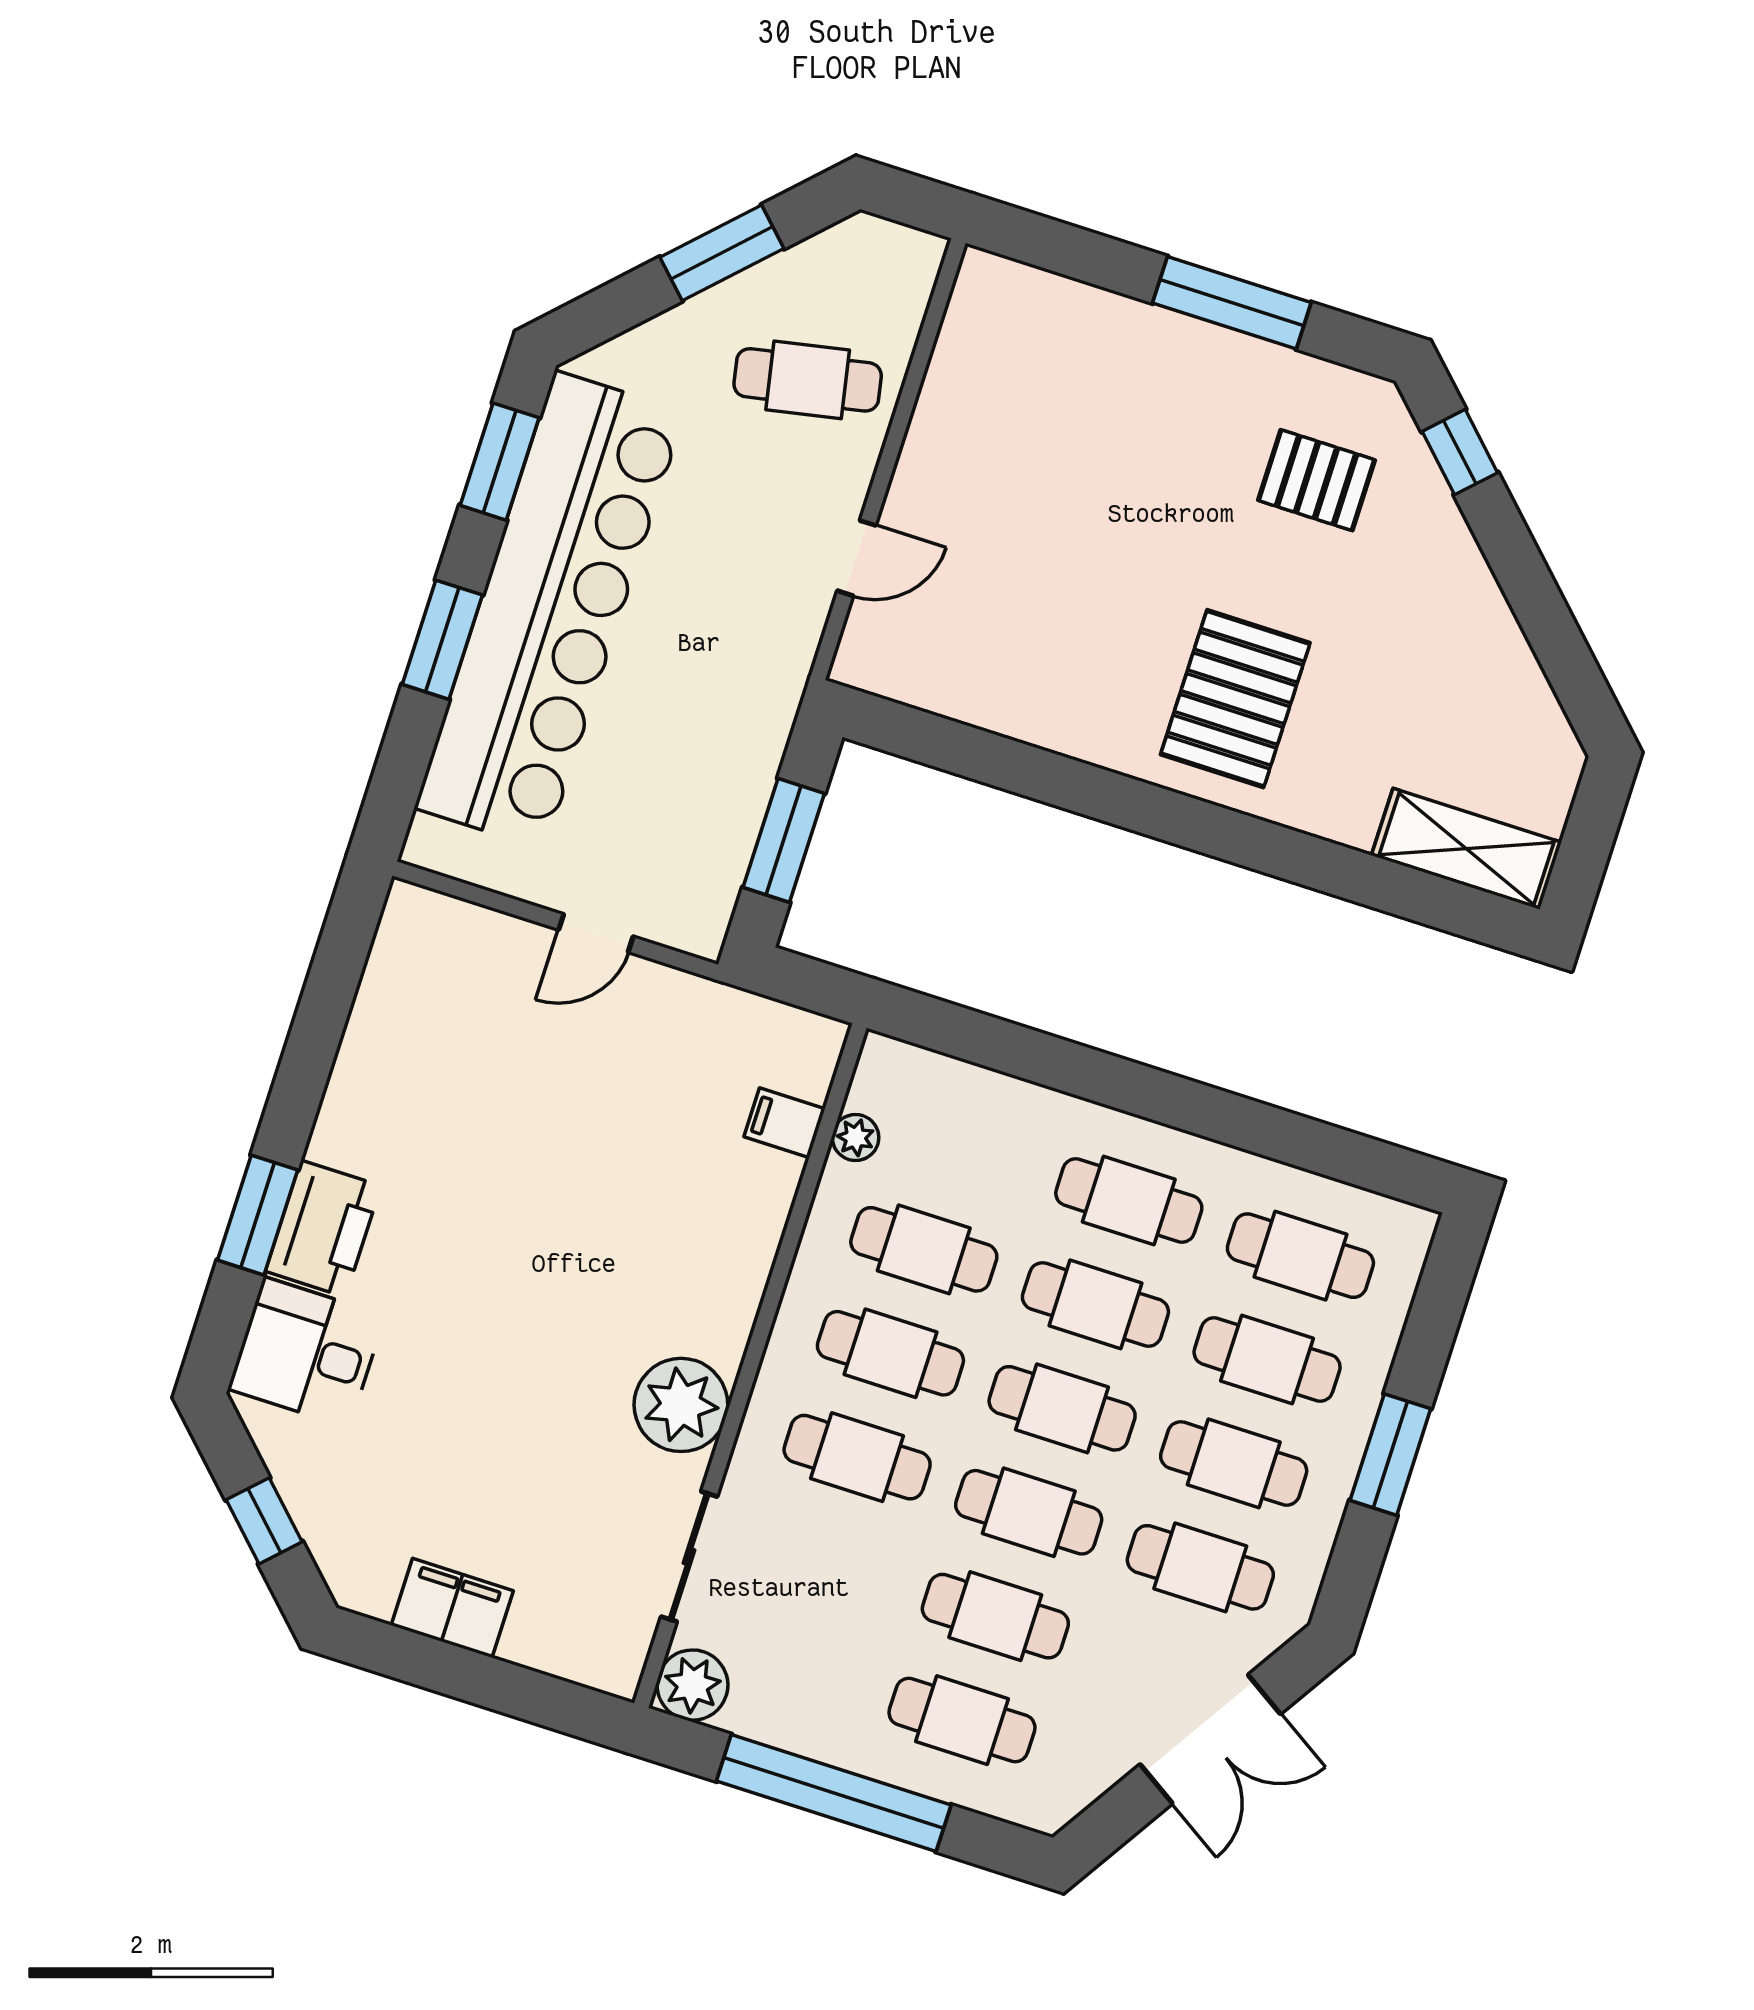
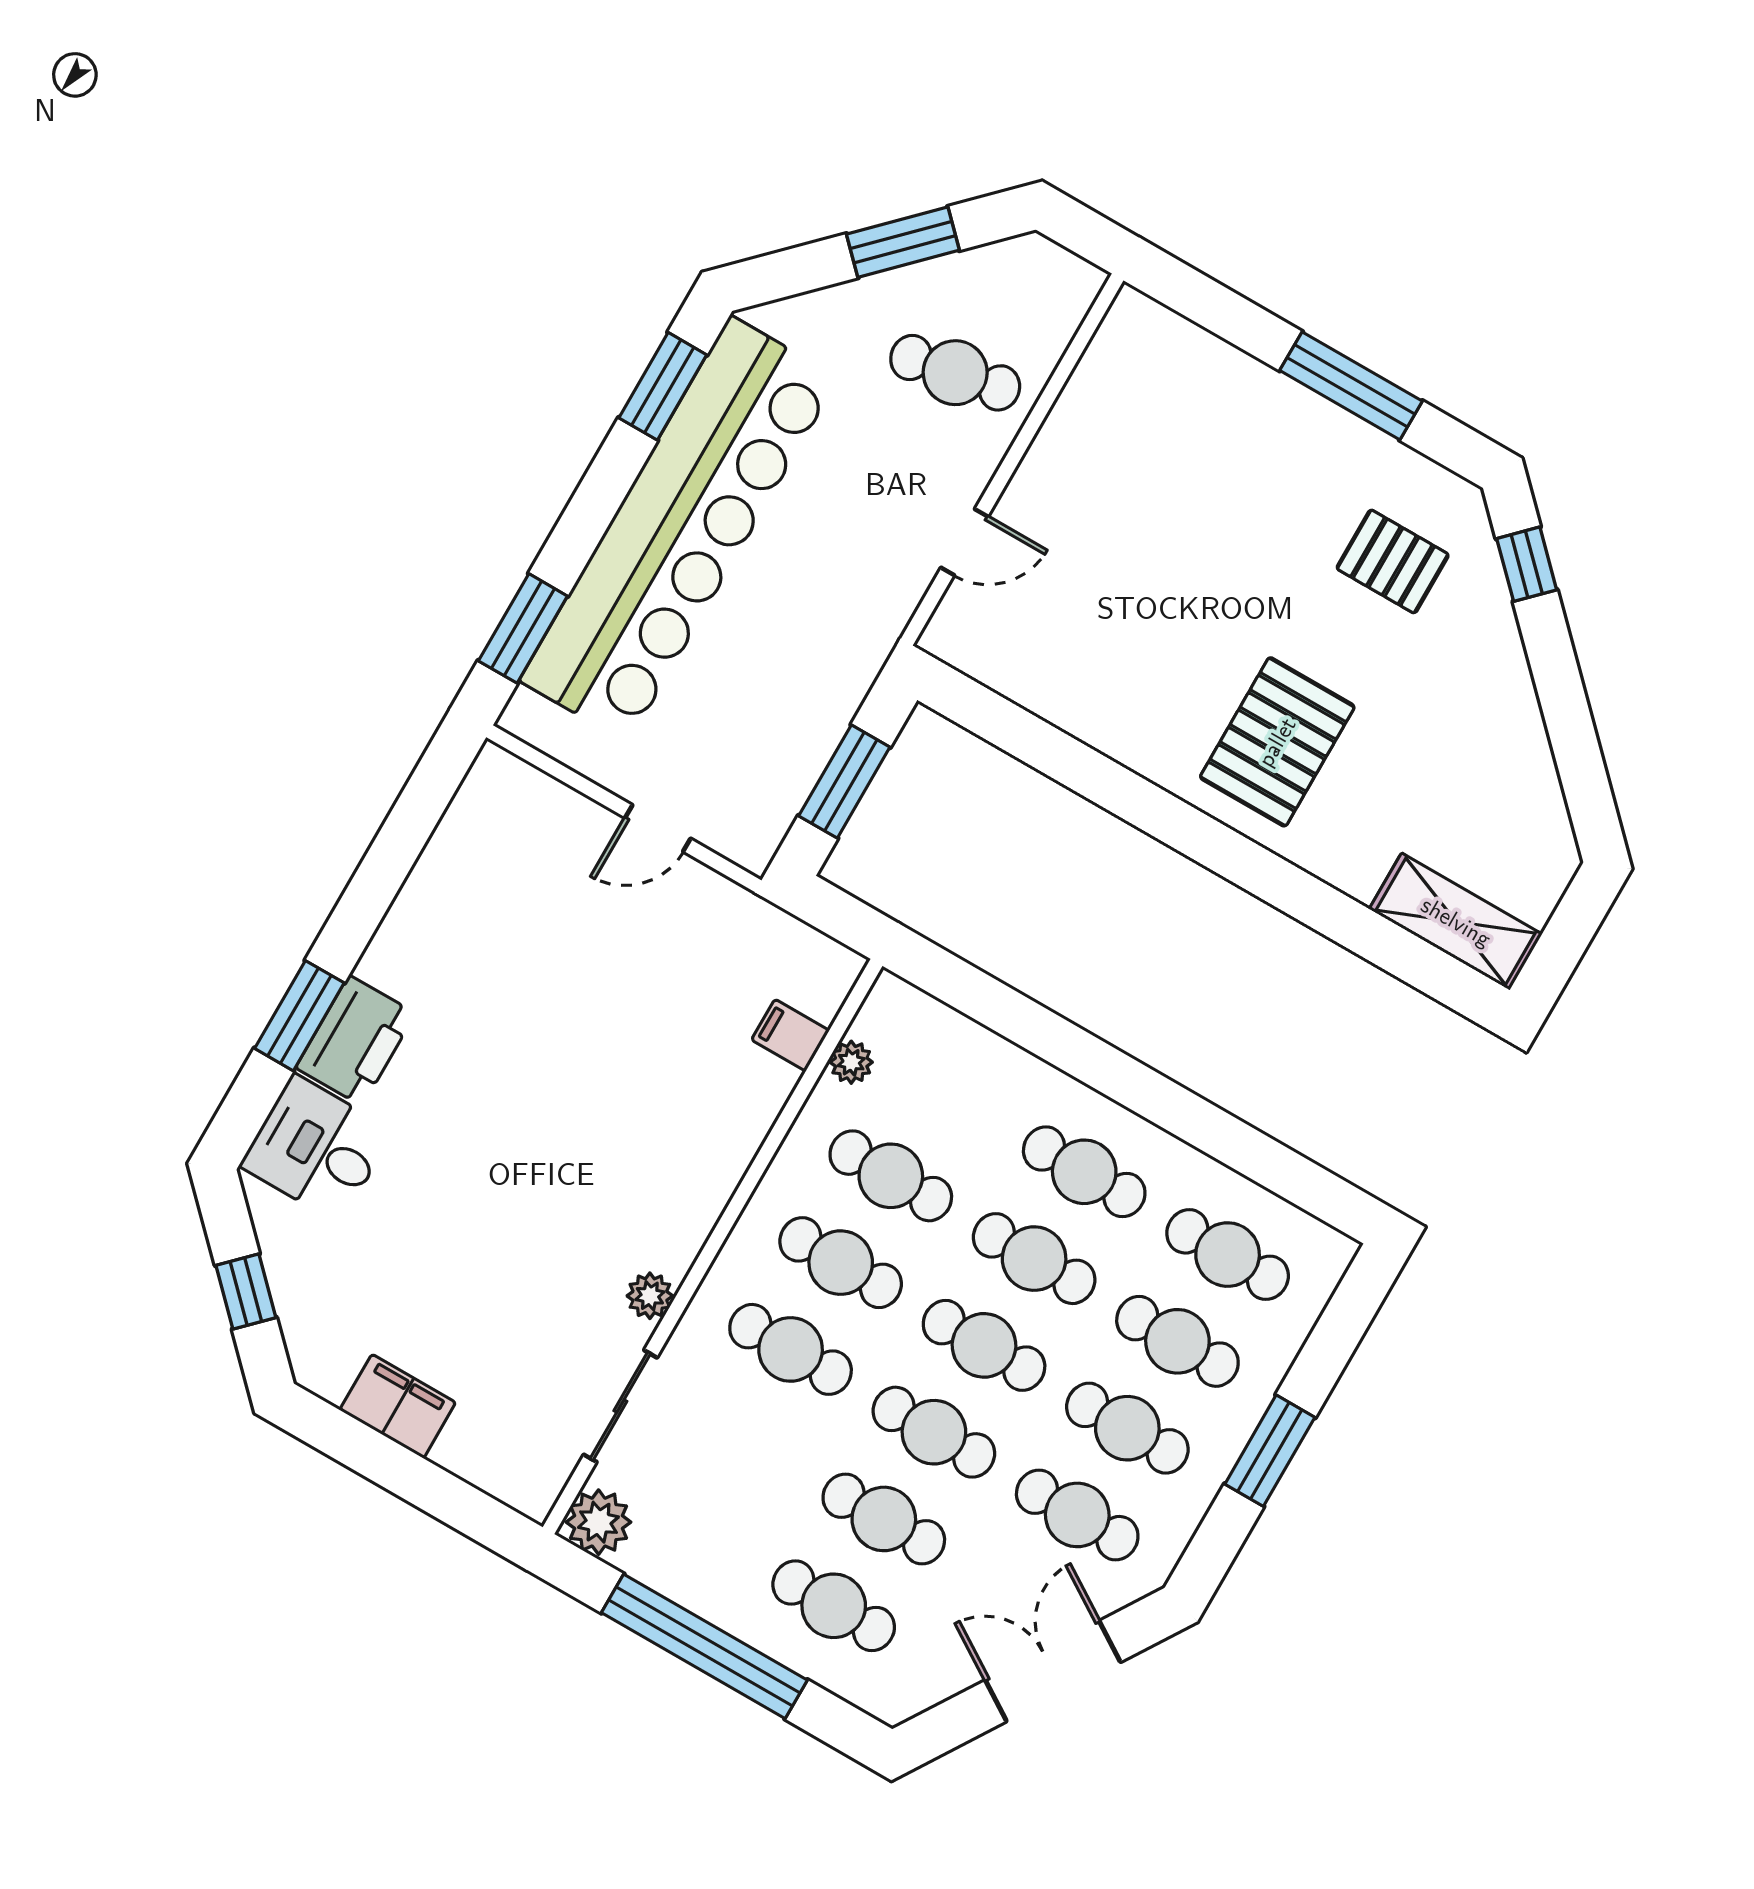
window: (442, 640) -> (523, 628), moved
plant: (681, 1405) -> (650, 1296), width x0.53, depth x0.53
double door: (1210, 1739) -> (1053, 1671), swing flipped

